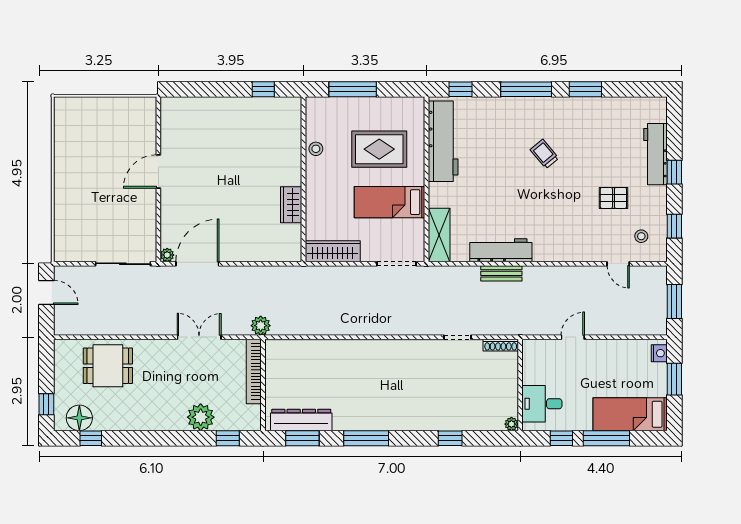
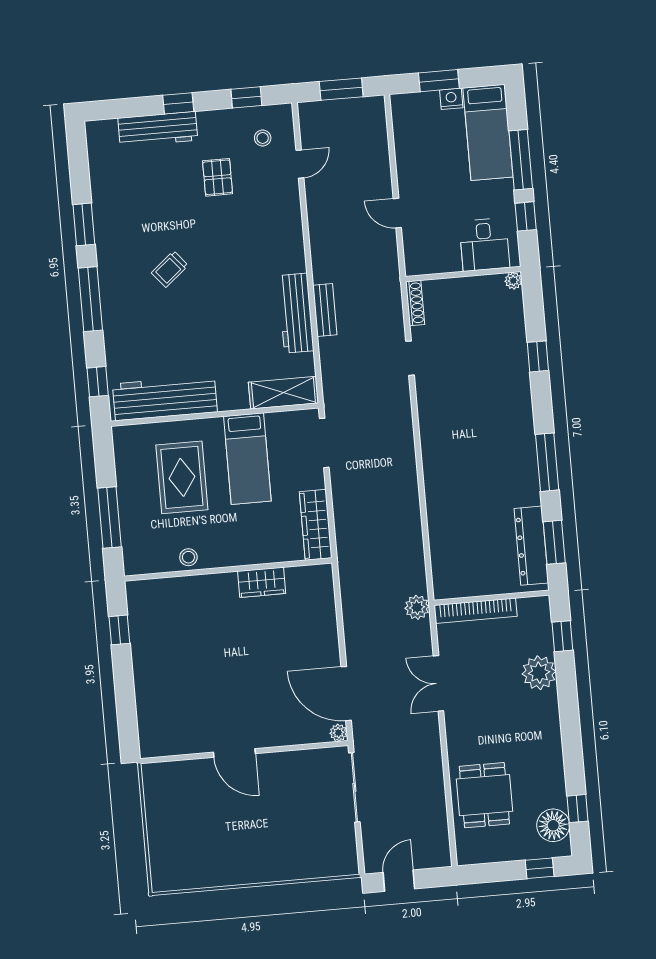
nightstand: (659, 353) -> (451, 99), moved

